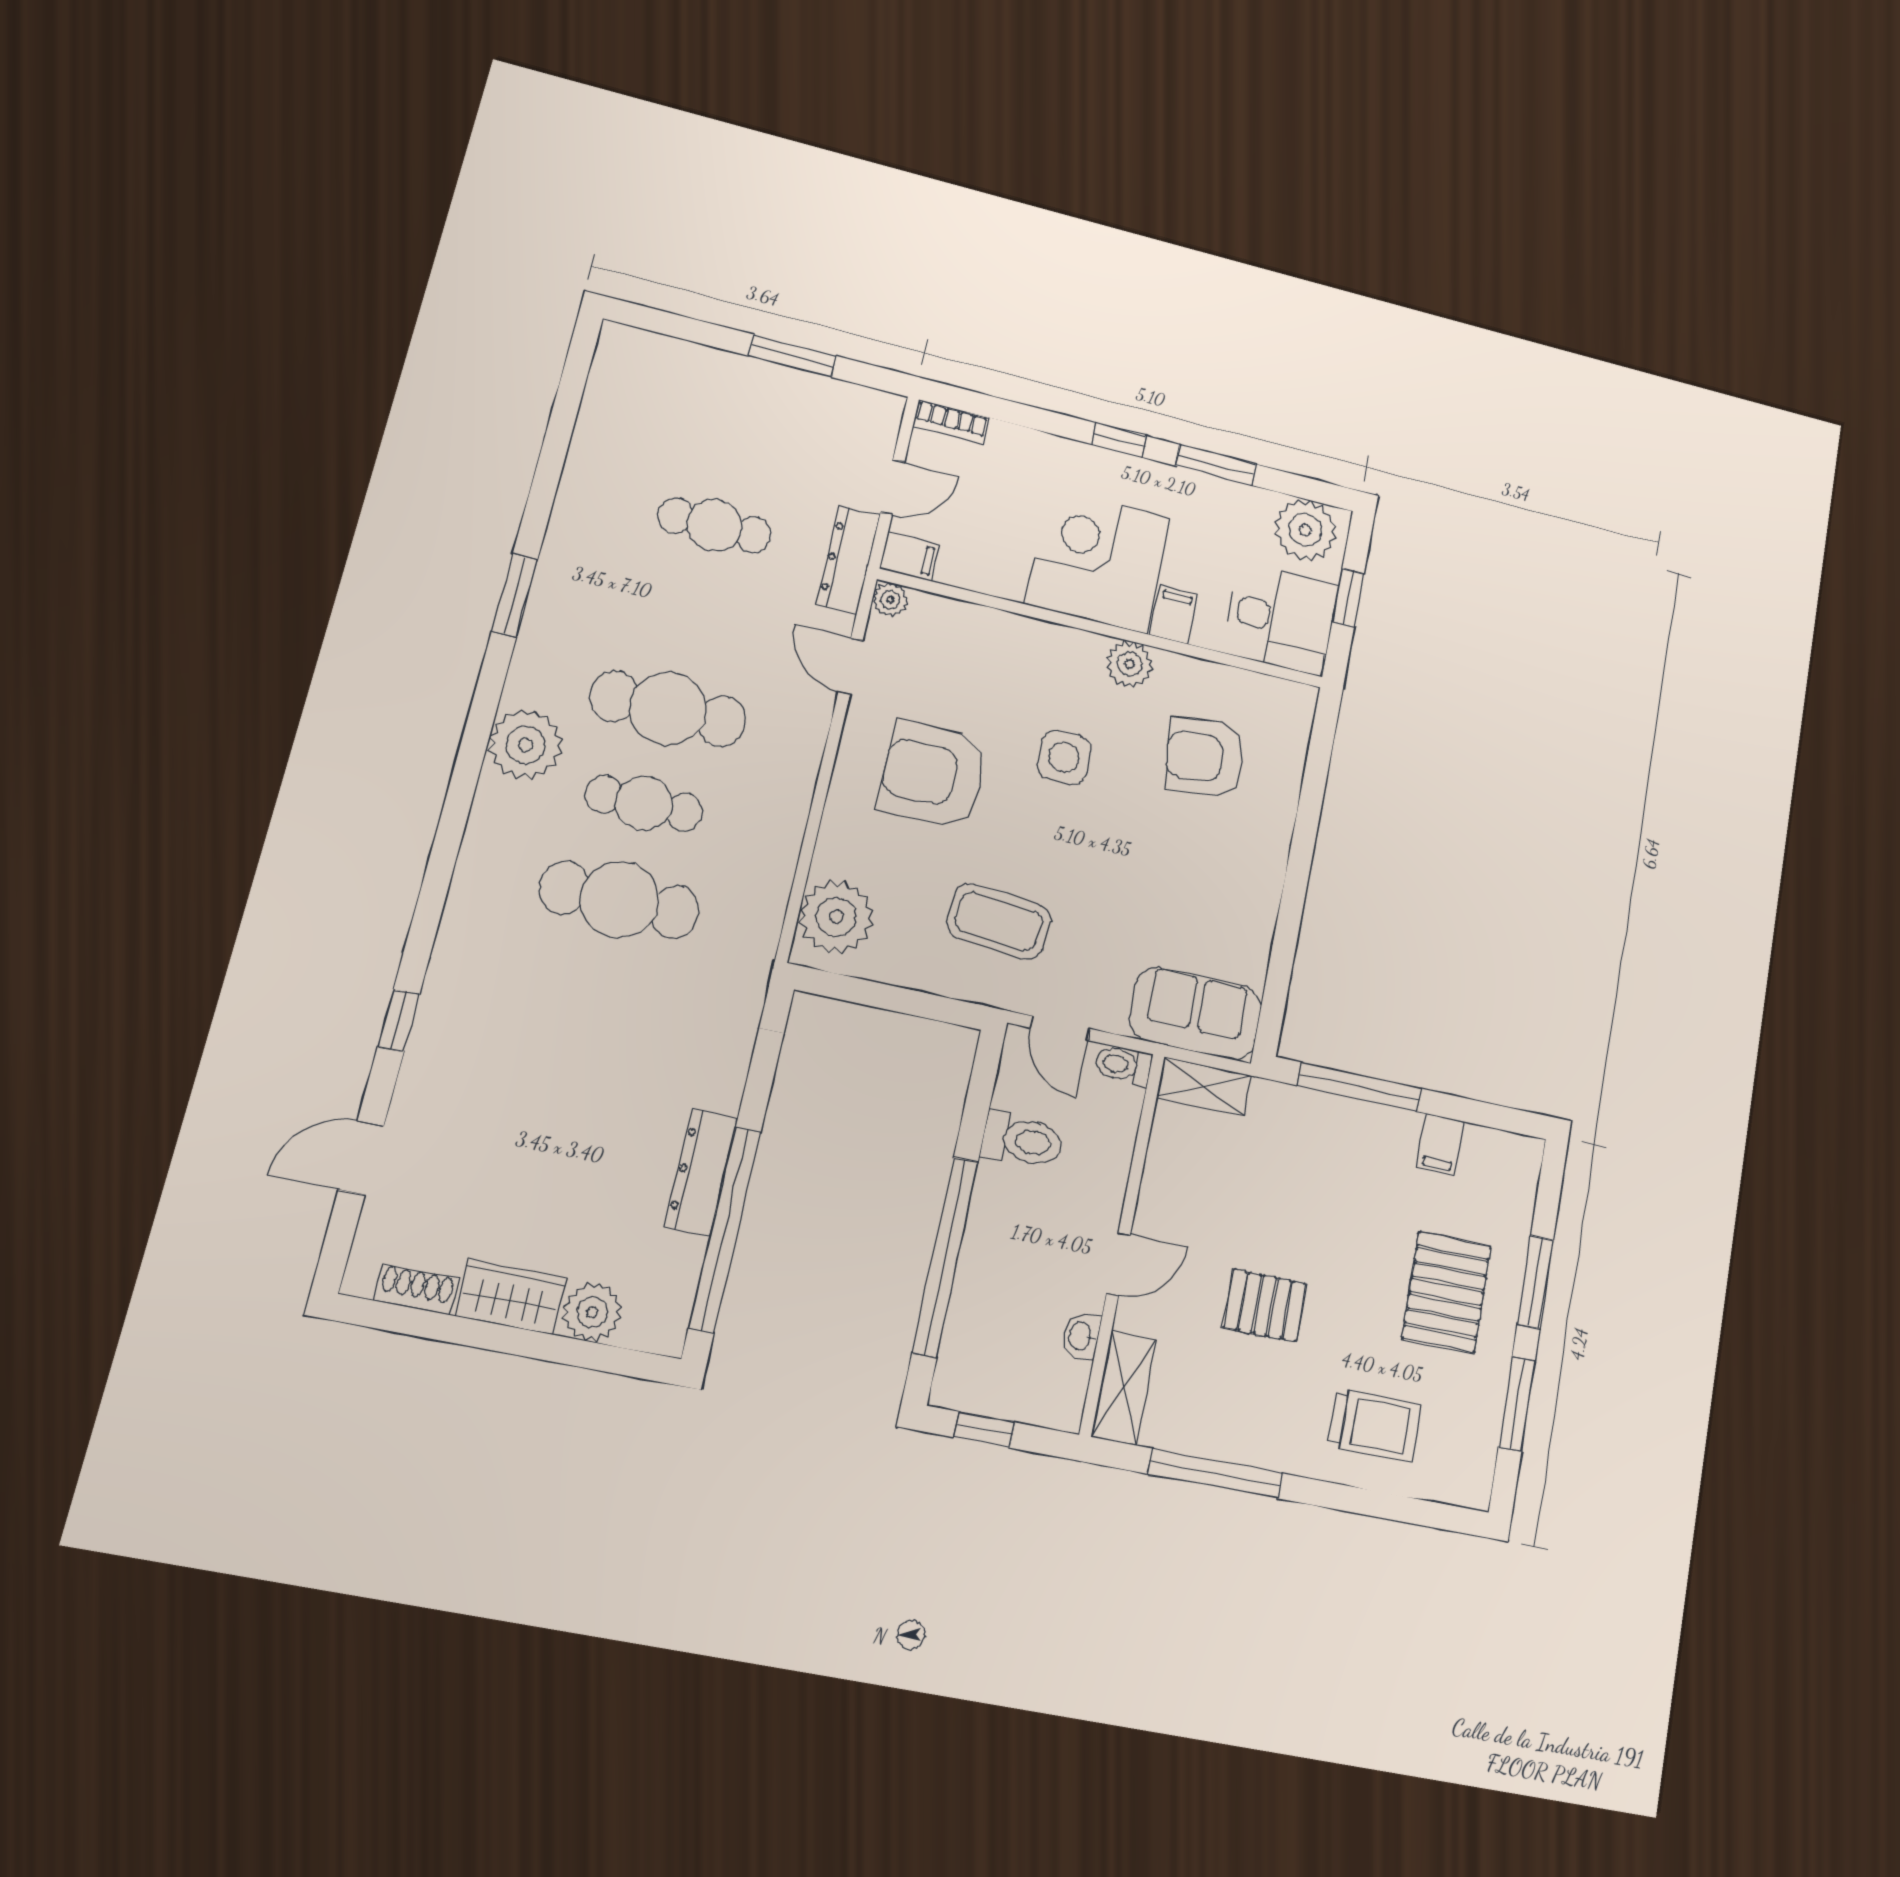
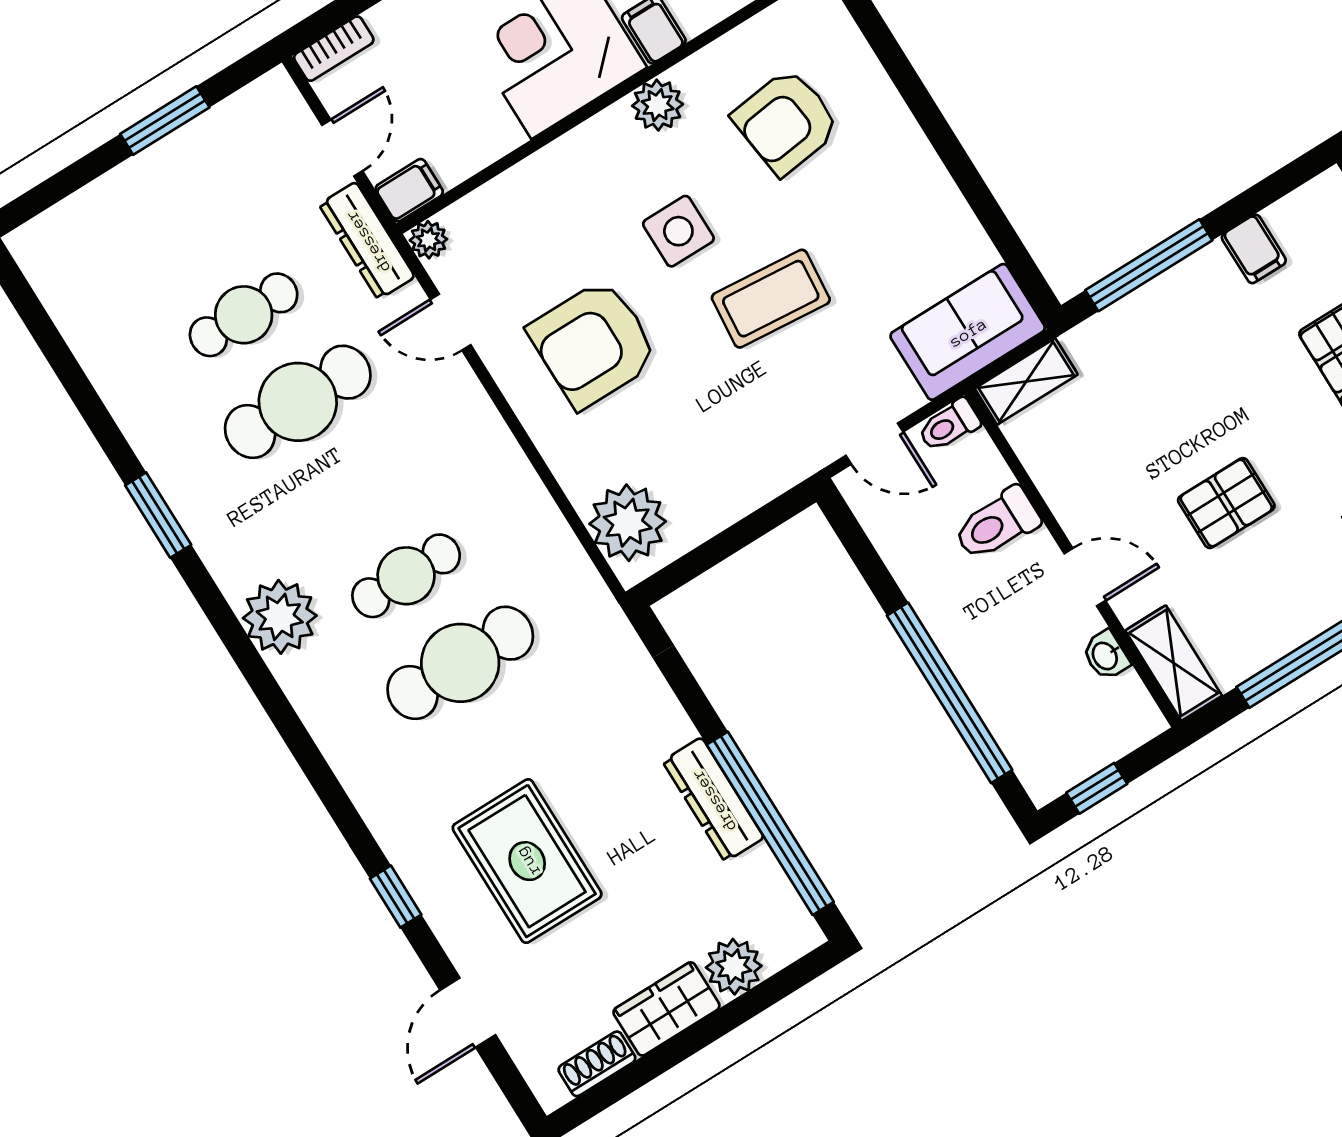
cafe table: (668, 709) -> (298, 402), moved
coffee table: (999, 921) -> (771, 299), moved
rug: (521, 1087) -> (527, 861), added
toilet: (1023, 1140) -> (997, 524), moved, turned 180
door: (1118, 1264) -> (1085, 577), hinge flipped

